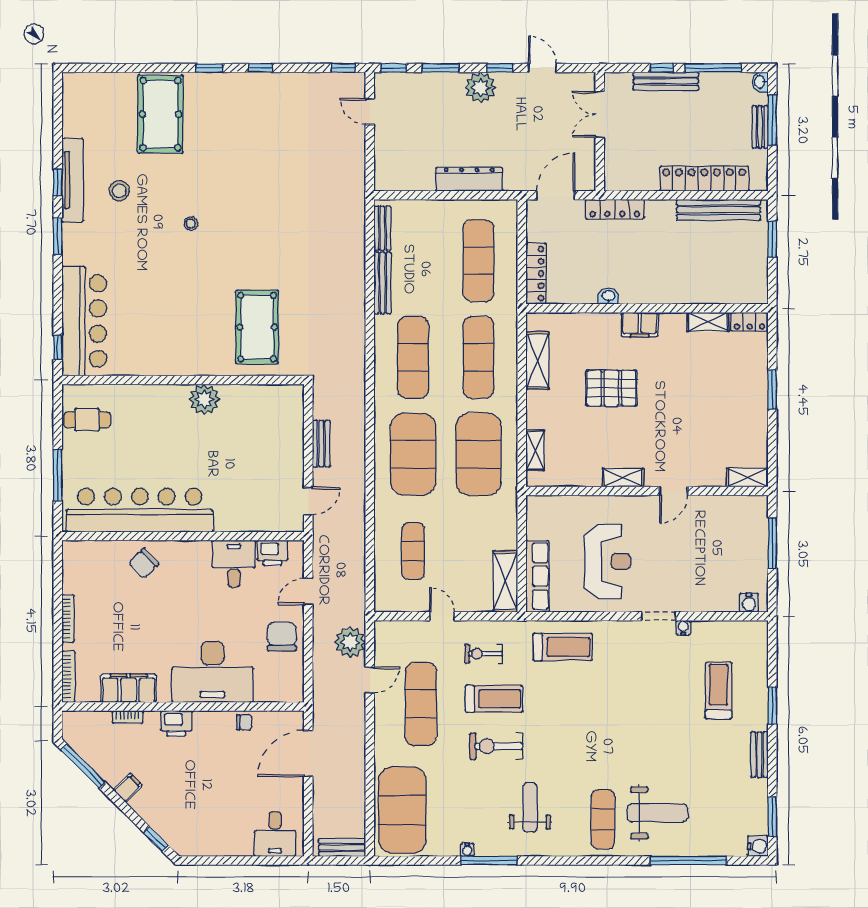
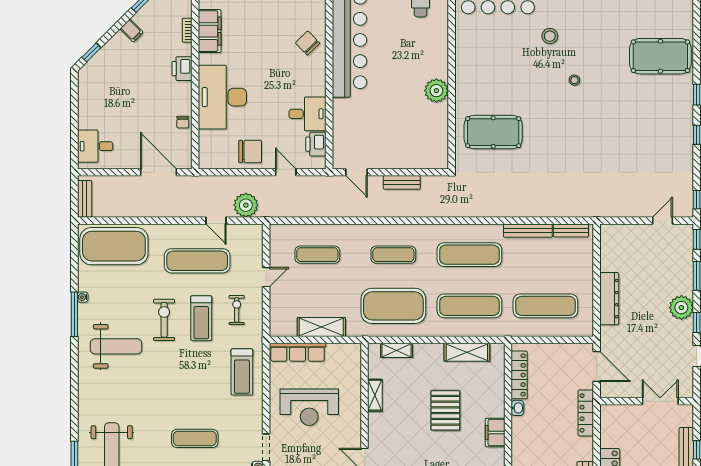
stool: (119, 191) -> (550, 36), moved
locker: (536, 274) -> (519, 375), moved, turned -90
exercise mat: (413, 454) -> (393, 255), width x0.50, depth x0.69
shelving: (623, 478) -> (375, 395), moved
shelving: (505, 581) -> (321, 327), moved
weight bench: (530, 807) -> (116, 346), width x1.36, depth x1.33
exercise mat: (603, 819) -> (195, 438), moved

